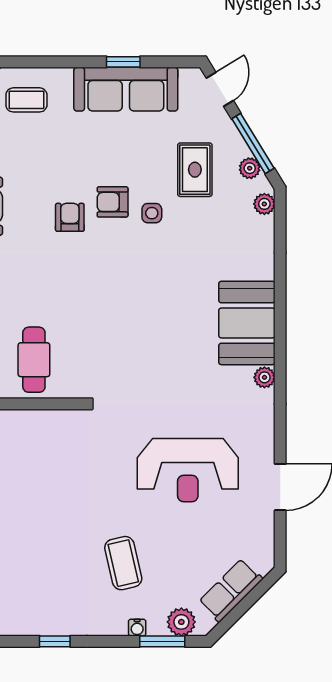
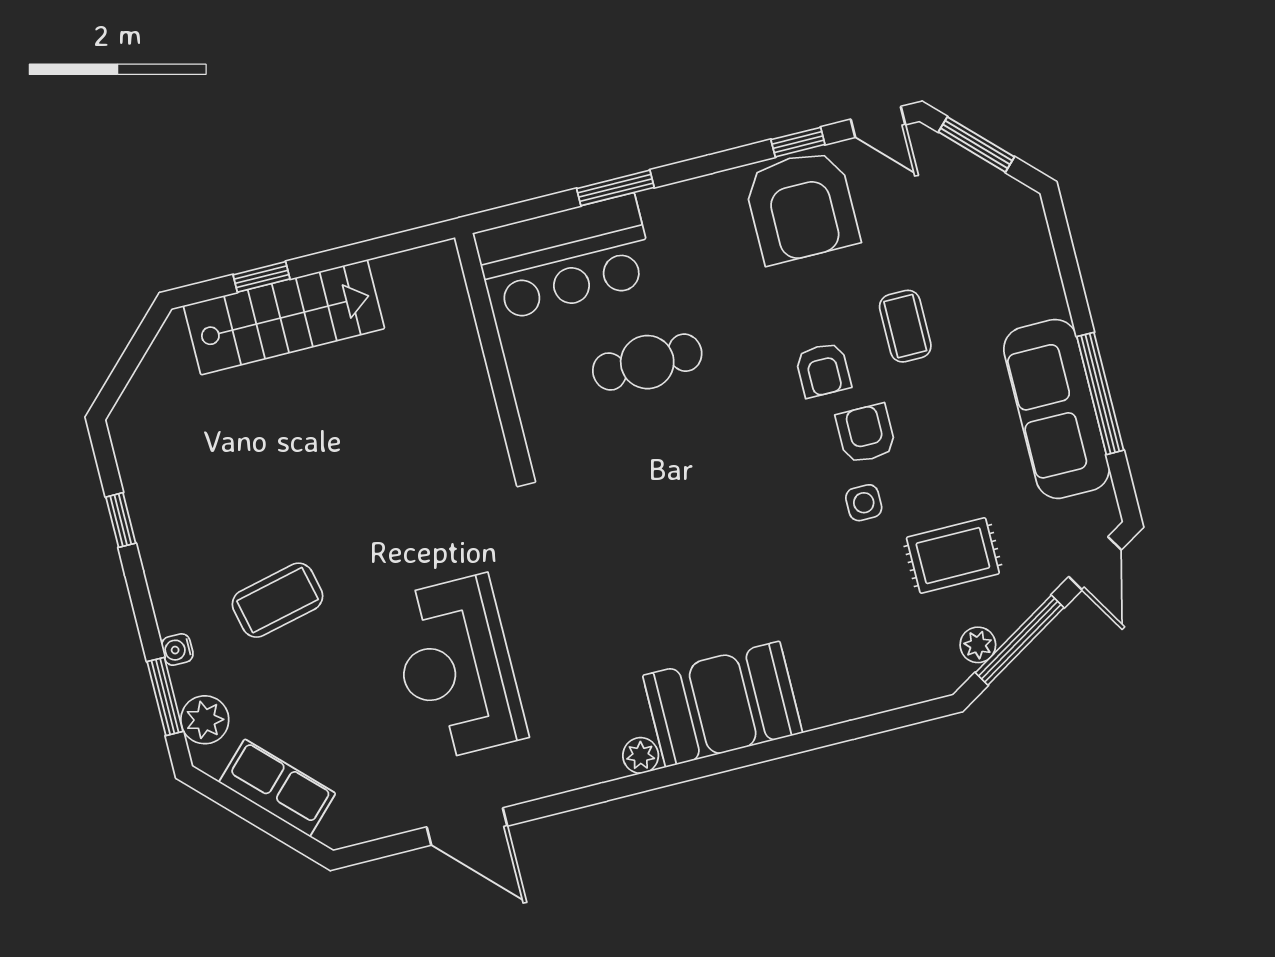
window: (123, 62) -> (1100, 393), width x2.17
door: (220, 89) -> (1095, 563), hinge flipped
coffee table: (26, 100) -> (905, 326), moved
plant: (264, 204) -> (925, 684), removed
armchair: (70, 217) -> (823, 370), turned 90
cafe table: (34, 360) -> (647, 362), moved

